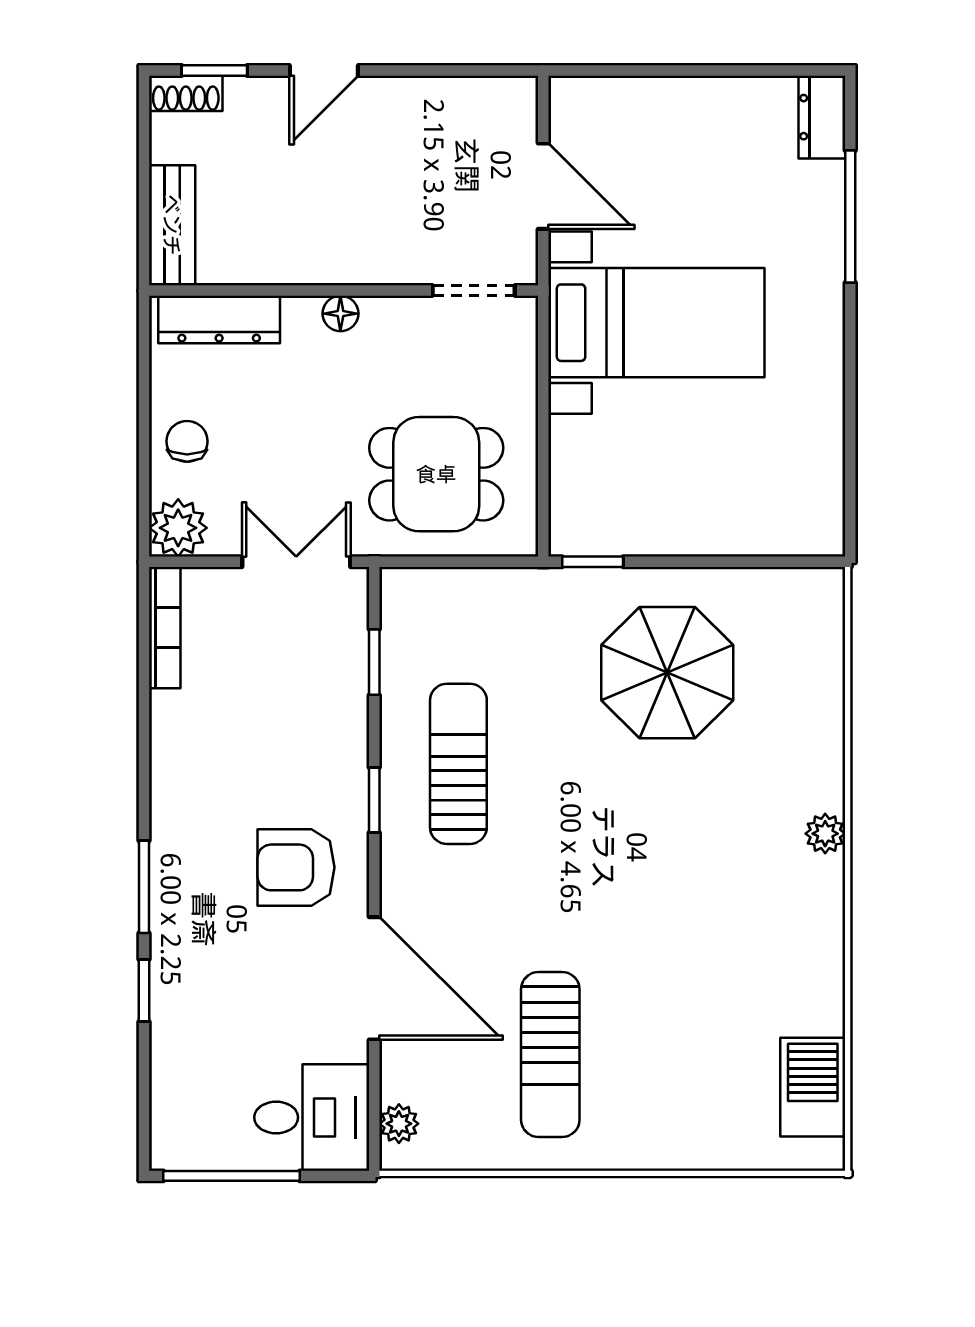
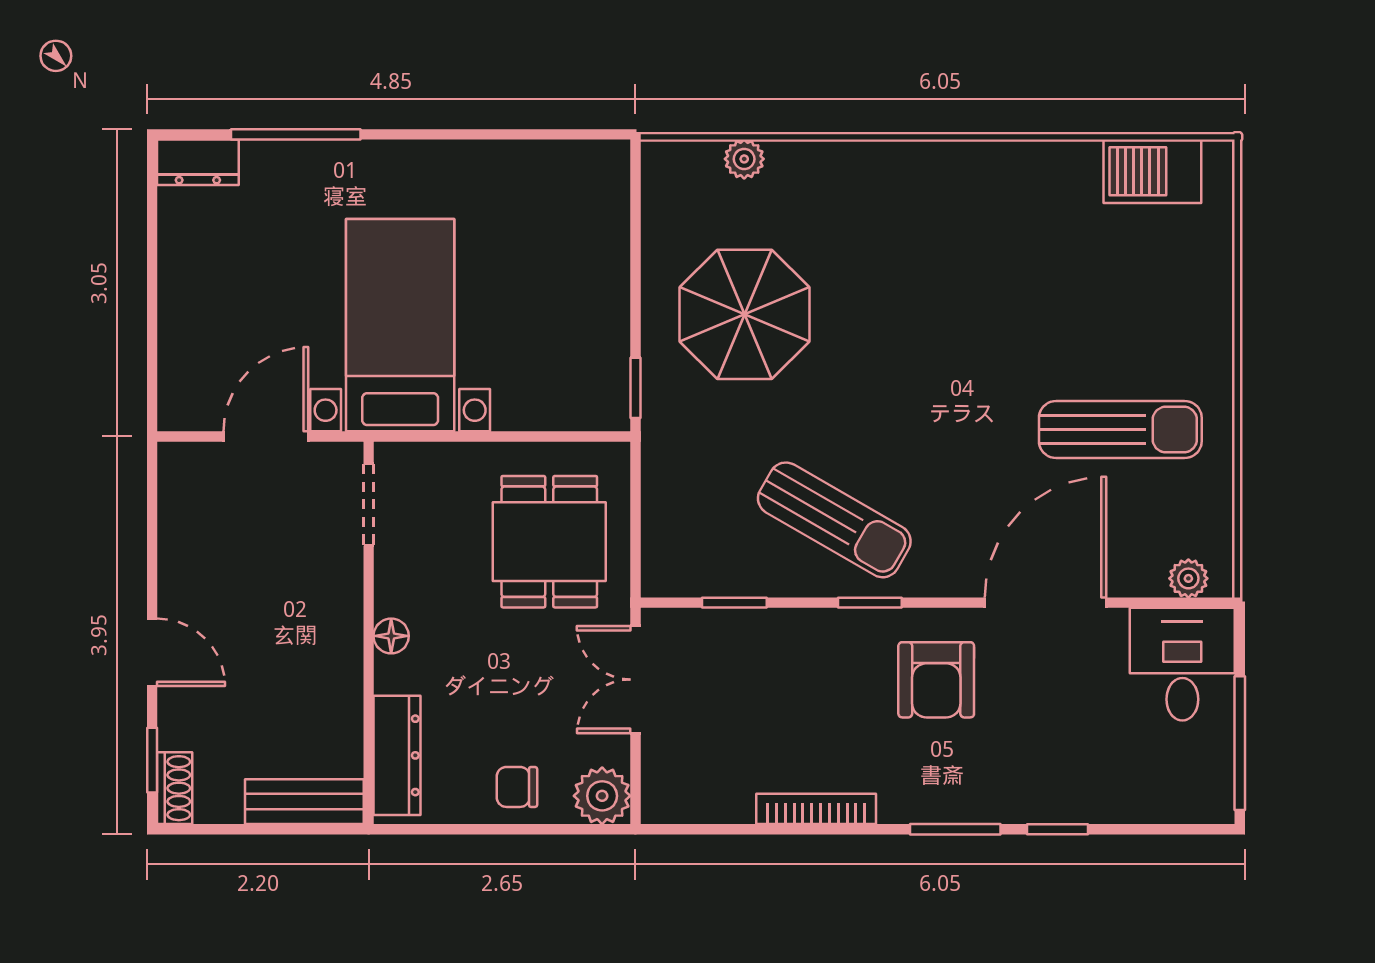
bookcase: (165, 628) -> (816, 809), moved
sun lounger: (458, 764) -> (834, 520), turned -150
plant: (825, 834) -> (744, 159), moved

